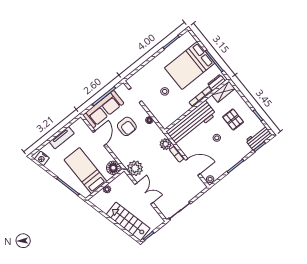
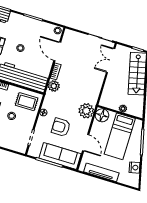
rug: (168, 112) -> (27, 102), added
armchair: (127, 126) -> (61, 127), turned -90
tv unit: (62, 138) -> (101, 172), width x1.41
door: (100, 138) -> (86, 143), swing flipped
nightstand: (42, 158) -> (135, 168), moved
plant: (135, 168) -> (86, 111), moved
double door: (144, 193) -> (111, 60), moved

